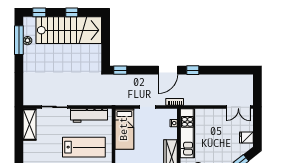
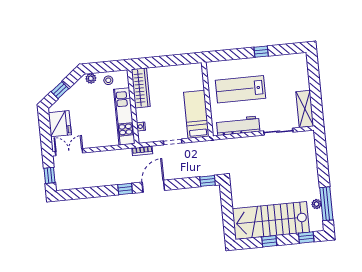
window: (257, 88) -> (50, 175), added
fridge: (246, 138) -> (60, 124), width x1.88, depth x1.34

